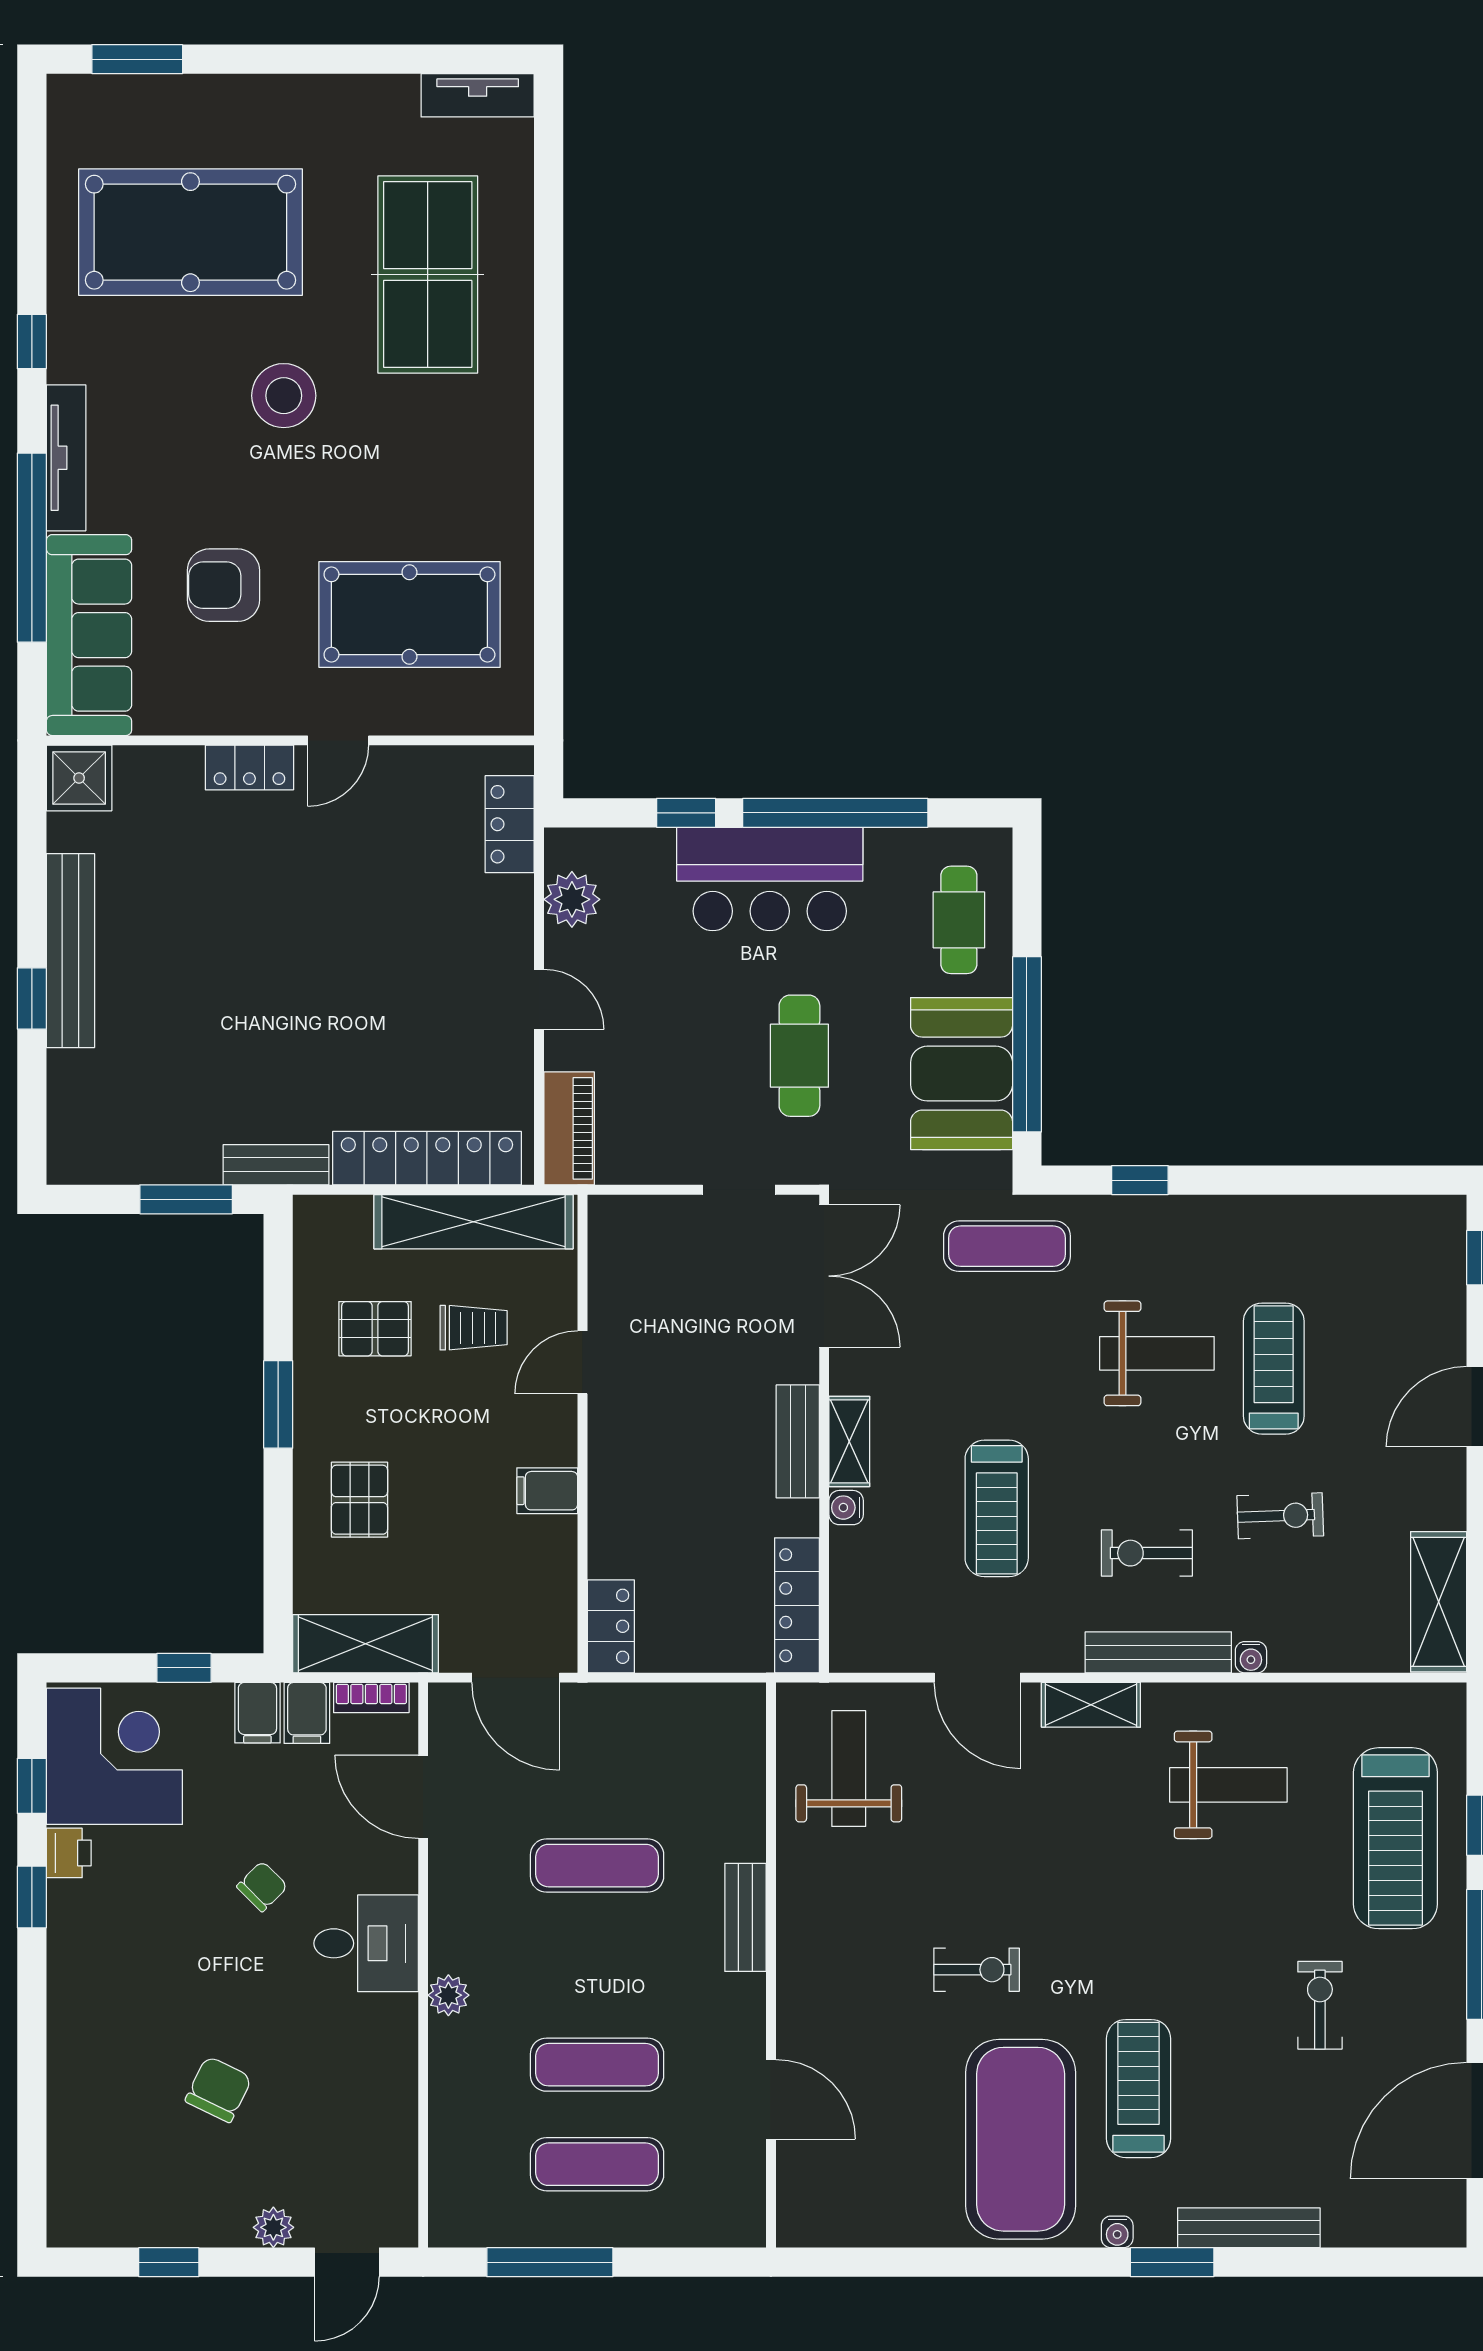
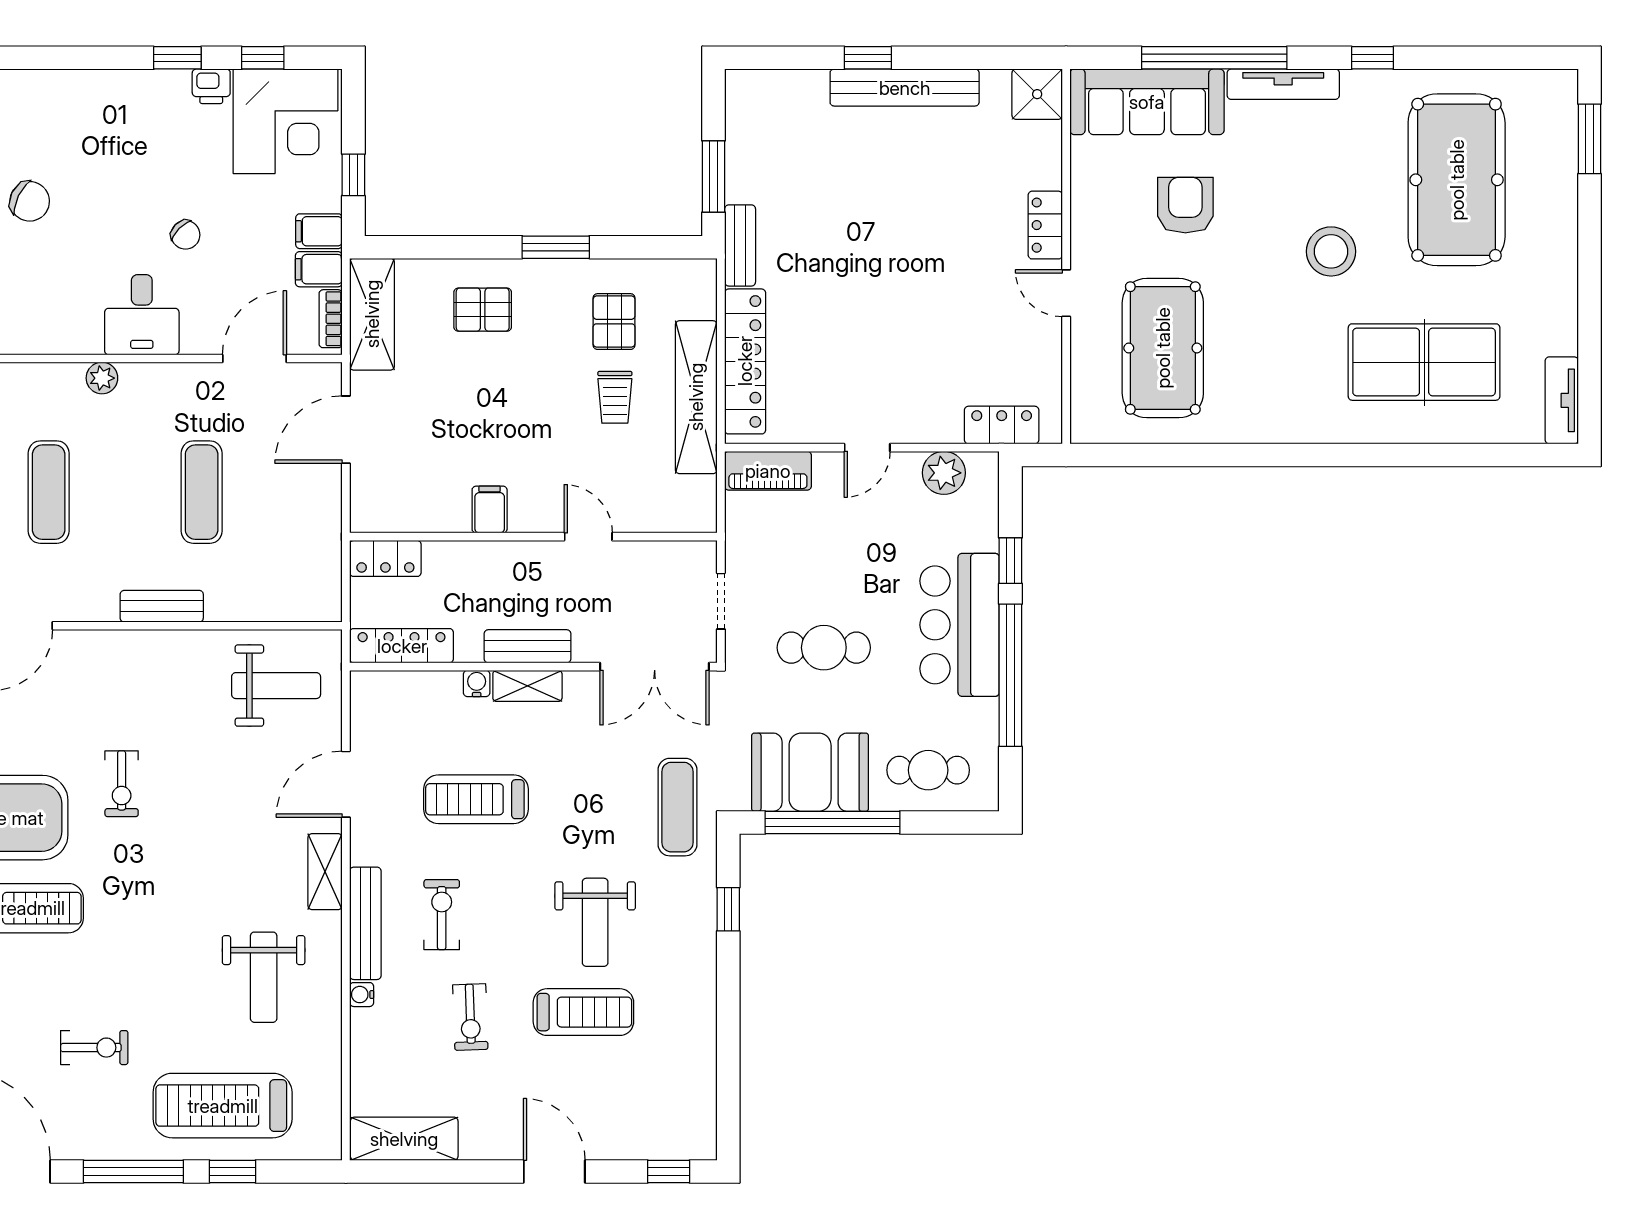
door: (583, 1362) -> (588, 537), moved
wall: (583, 1434) -> (533, 537), moved
filing cabinet: (547, 1491) -> (490, 510), moved
locker: (611, 1626) -> (385, 558), moved

